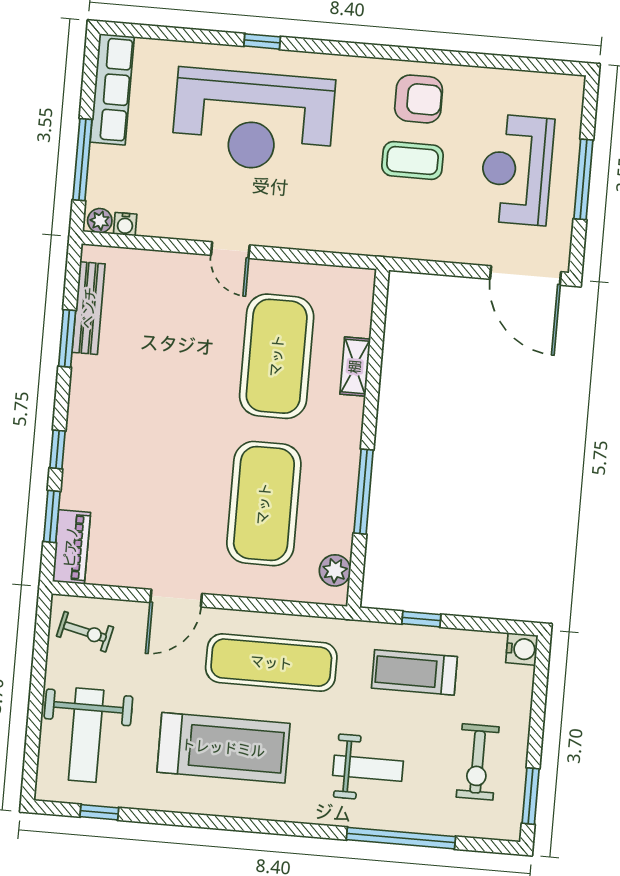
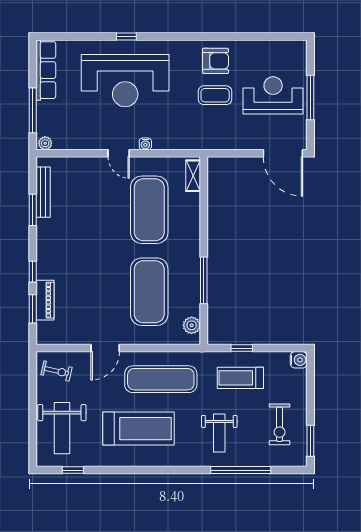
reception desk: (517, 170) -> (273, 95), turned 90
water cooler: (125, 224) -> (145, 144), moved
shelving: (355, 367) -> (193, 176), moved
piano: (71, 547) -> (45, 300), moved
weight bench: (368, 768) -> (219, 433), turned 90

